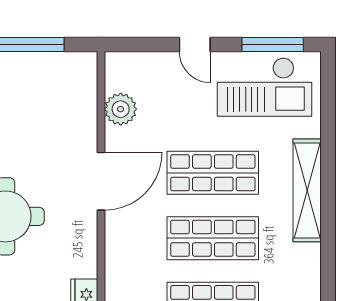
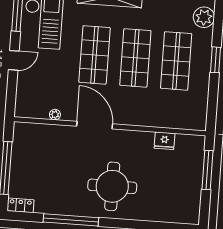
plant: (121, 109) -> (55, 115), width x0.53, depth x0.53

